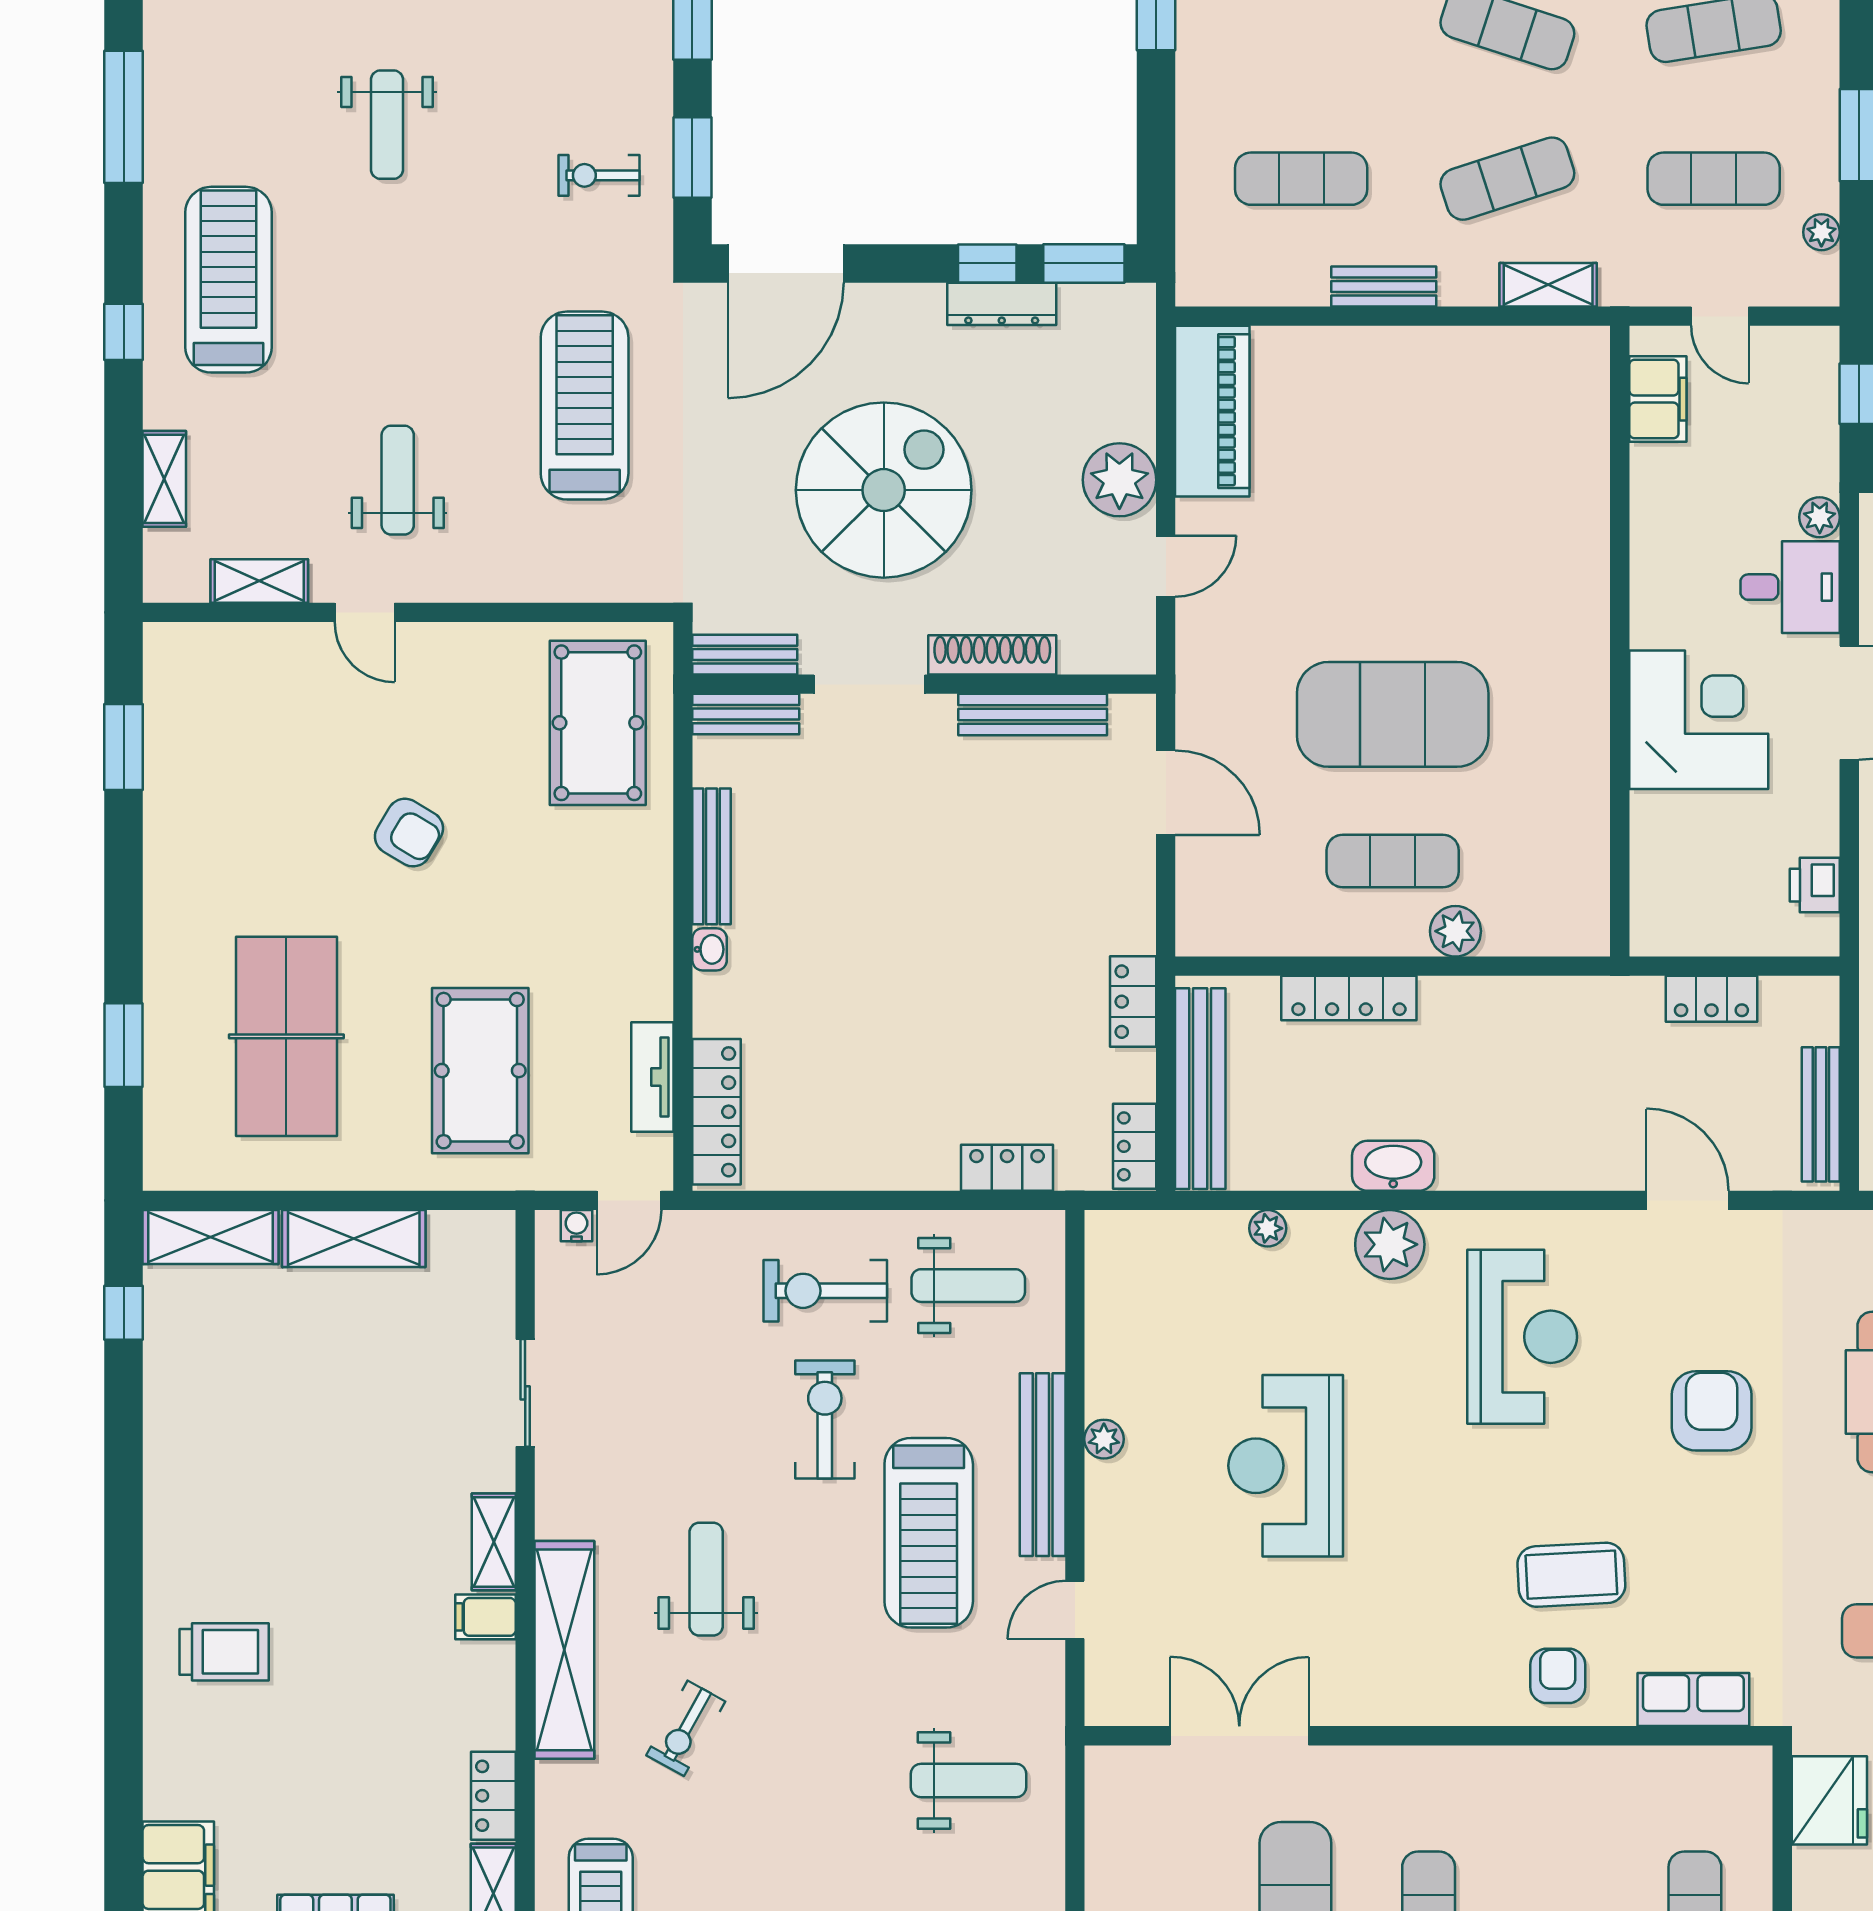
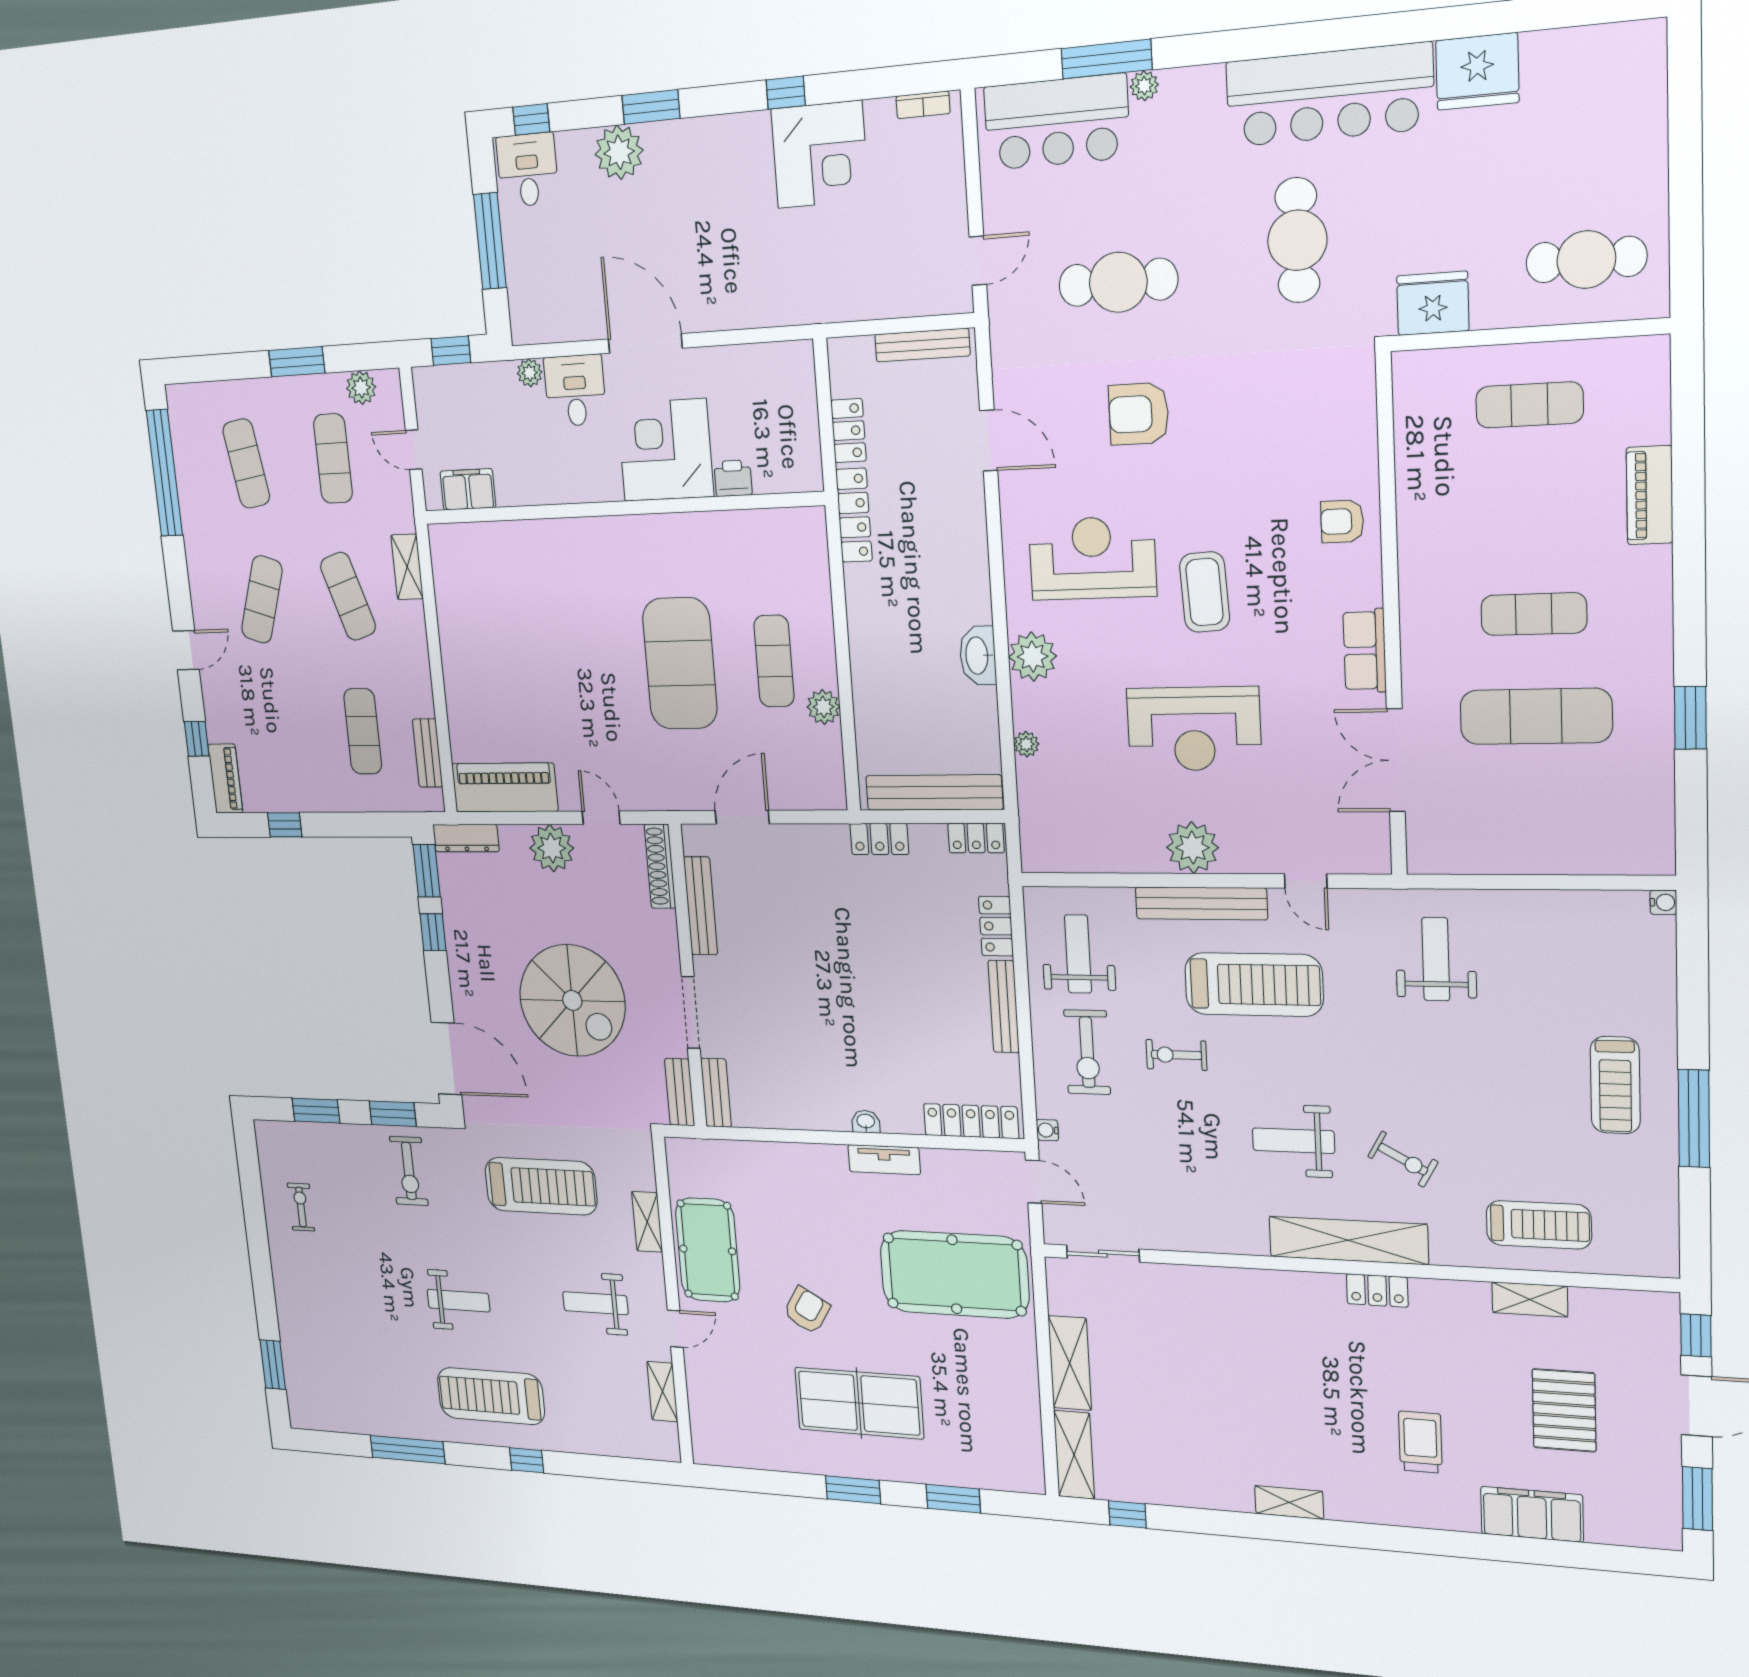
weight bench: (387, 125) -> (458, 1301), moved
exercise bike: (599, 175) -> (409, 1171), width x1.38, depth x1.39
plant: (1821, 232) -> (361, 388), width x1.38, depth x1.38
bench: (1384, 286) -> (428, 753), moved
dresser: (1002, 304) -> (466, 838), moved, turned 90
door: (1720, 316) -> (414, 450), swing flipped
treadmill: (585, 406) -> (541, 1186), turned 180
shelving: (164, 479) -> (647, 1222), moved, turned 90
spiral stairs: (884, 490) -> (572, 1000), turned 180
shoe rack: (992, 655) -> (660, 866), moved
pool table: (598, 723) -> (708, 1250), moved, turned 90
window: (124, 747) -> (853, 1490), moved
bench: (711, 856) -> (1004, 1006), moved, turned 90
printer: (1815, 885) -> (733, 478), moved, turned 180
plant: (1455, 931) -> (823, 707), moved
locker: (1349, 998) -> (854, 515), moved
table tennis table: (286, 1036) -> (859, 1403), moved
pool table: (480, 1071) -> (954, 1274), width x1.36, depth x1.32
tv unit: (652, 1077) -> (884, 1160), moved
door: (1687, 1200) -> (989, 440), swing flipped
water cooler: (576, 1226) -> (1047, 1130), moved
sliding door: (525, 1393) -> (1103, 1254), moved
exercise bike: (825, 1419) -> (1176, 1055), width x0.73, depth x0.72
plant: (1104, 1439) -> (1193, 848), width x1.88, depth x1.88
shelving: (494, 1542) -> (1289, 1502), moved
coffee table: (1571, 1575) -> (1205, 592), moved
filing cabinet: (485, 1617) -> (1327, 1293), removed
trolley: (224, 1652) -> (1420, 1442), moved
row of seats: (1693, 1699) -> (1365, 651), moved
locker: (493, 1796) -> (1377, 1290), moved

